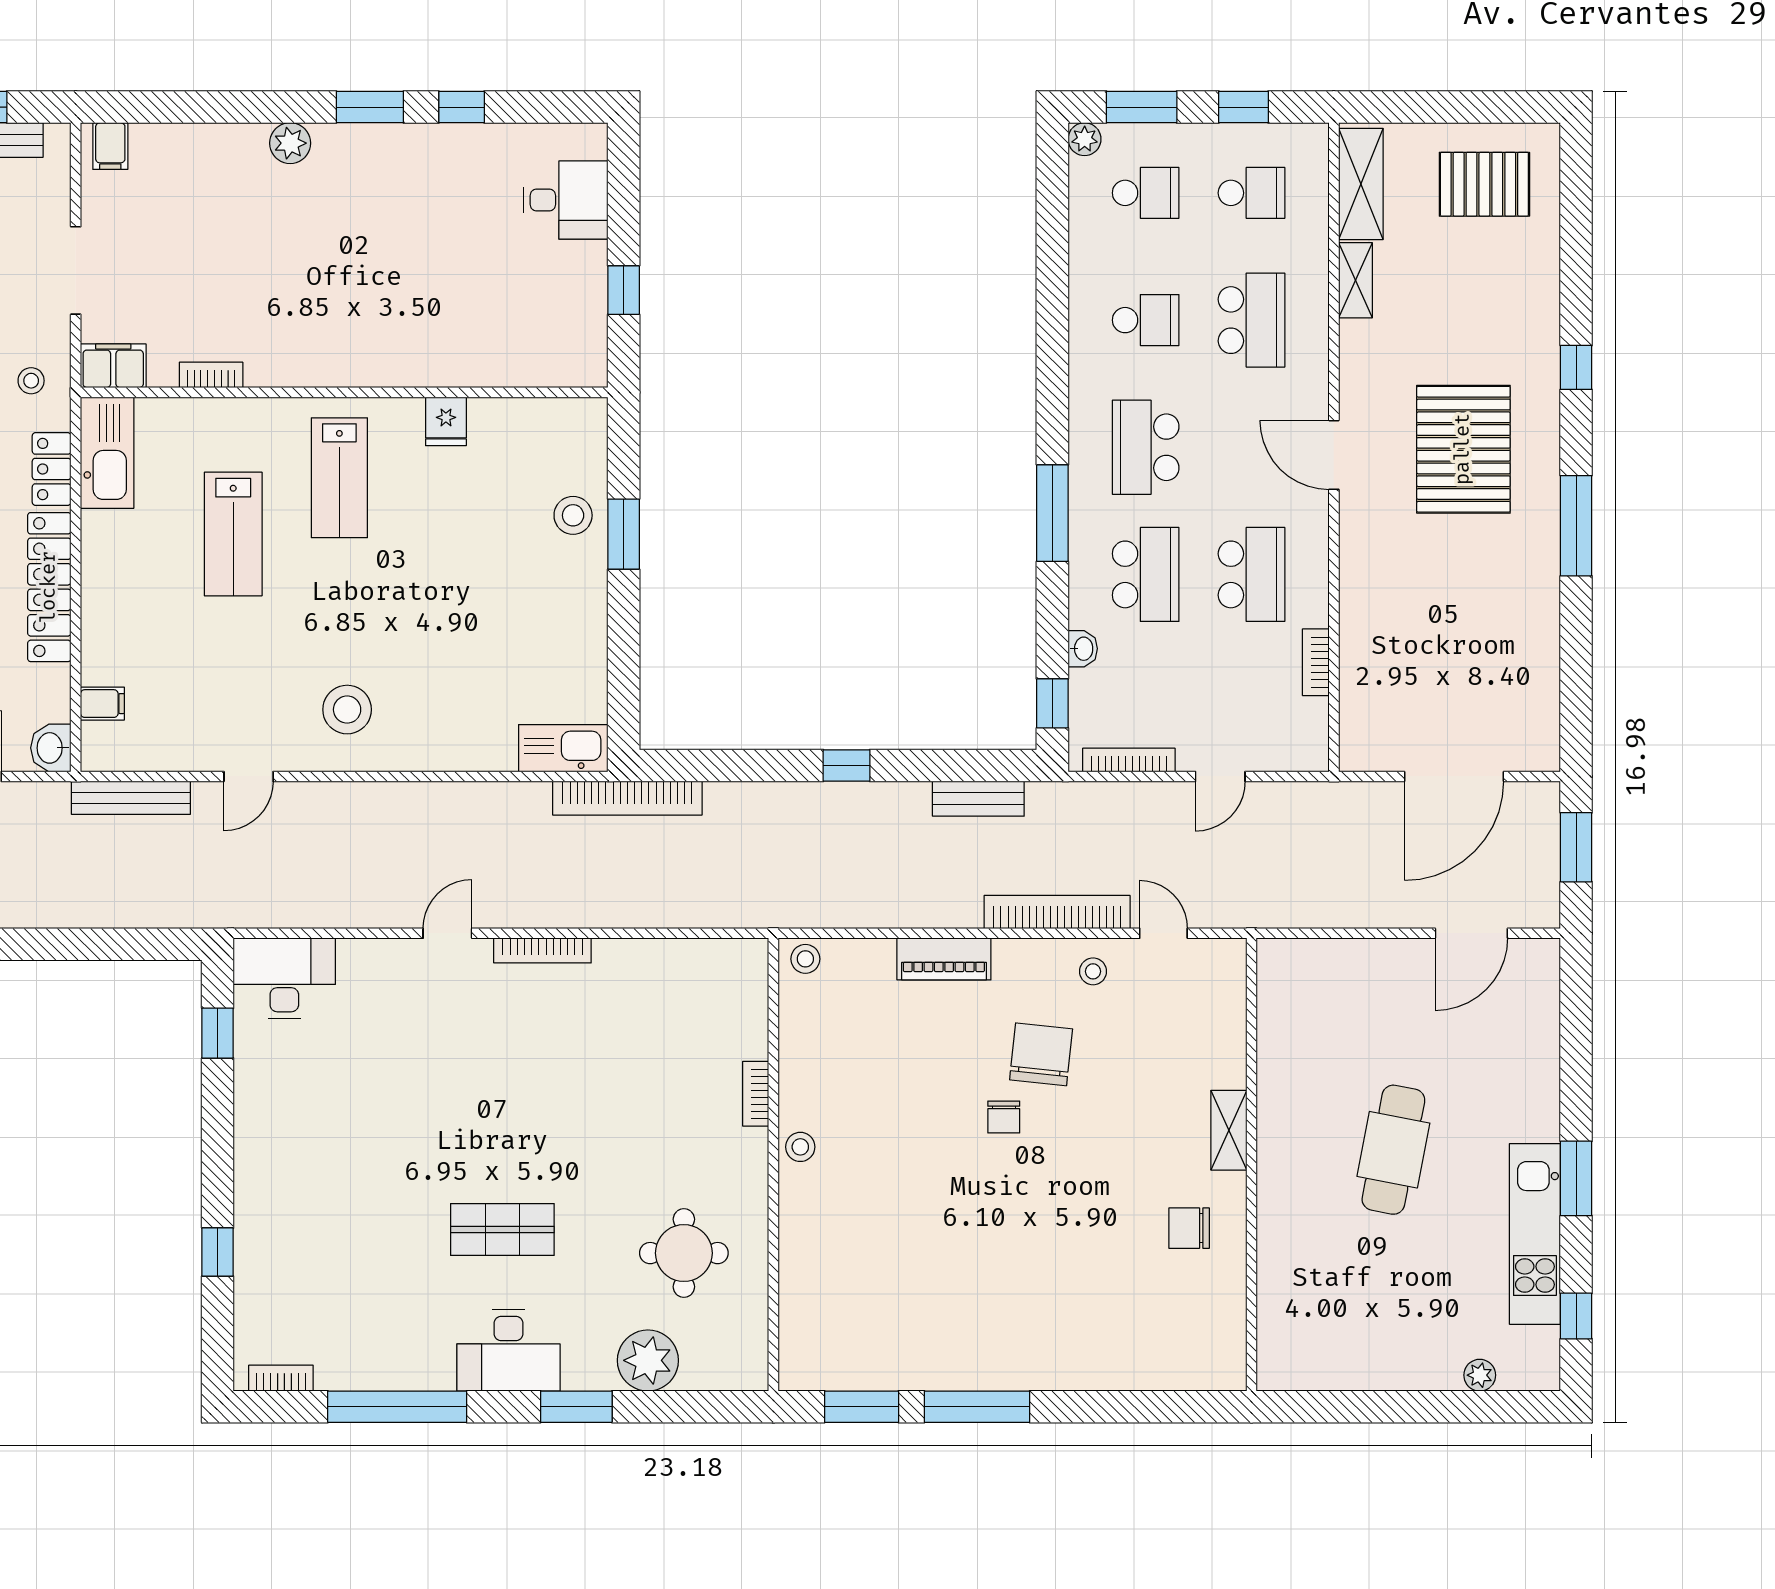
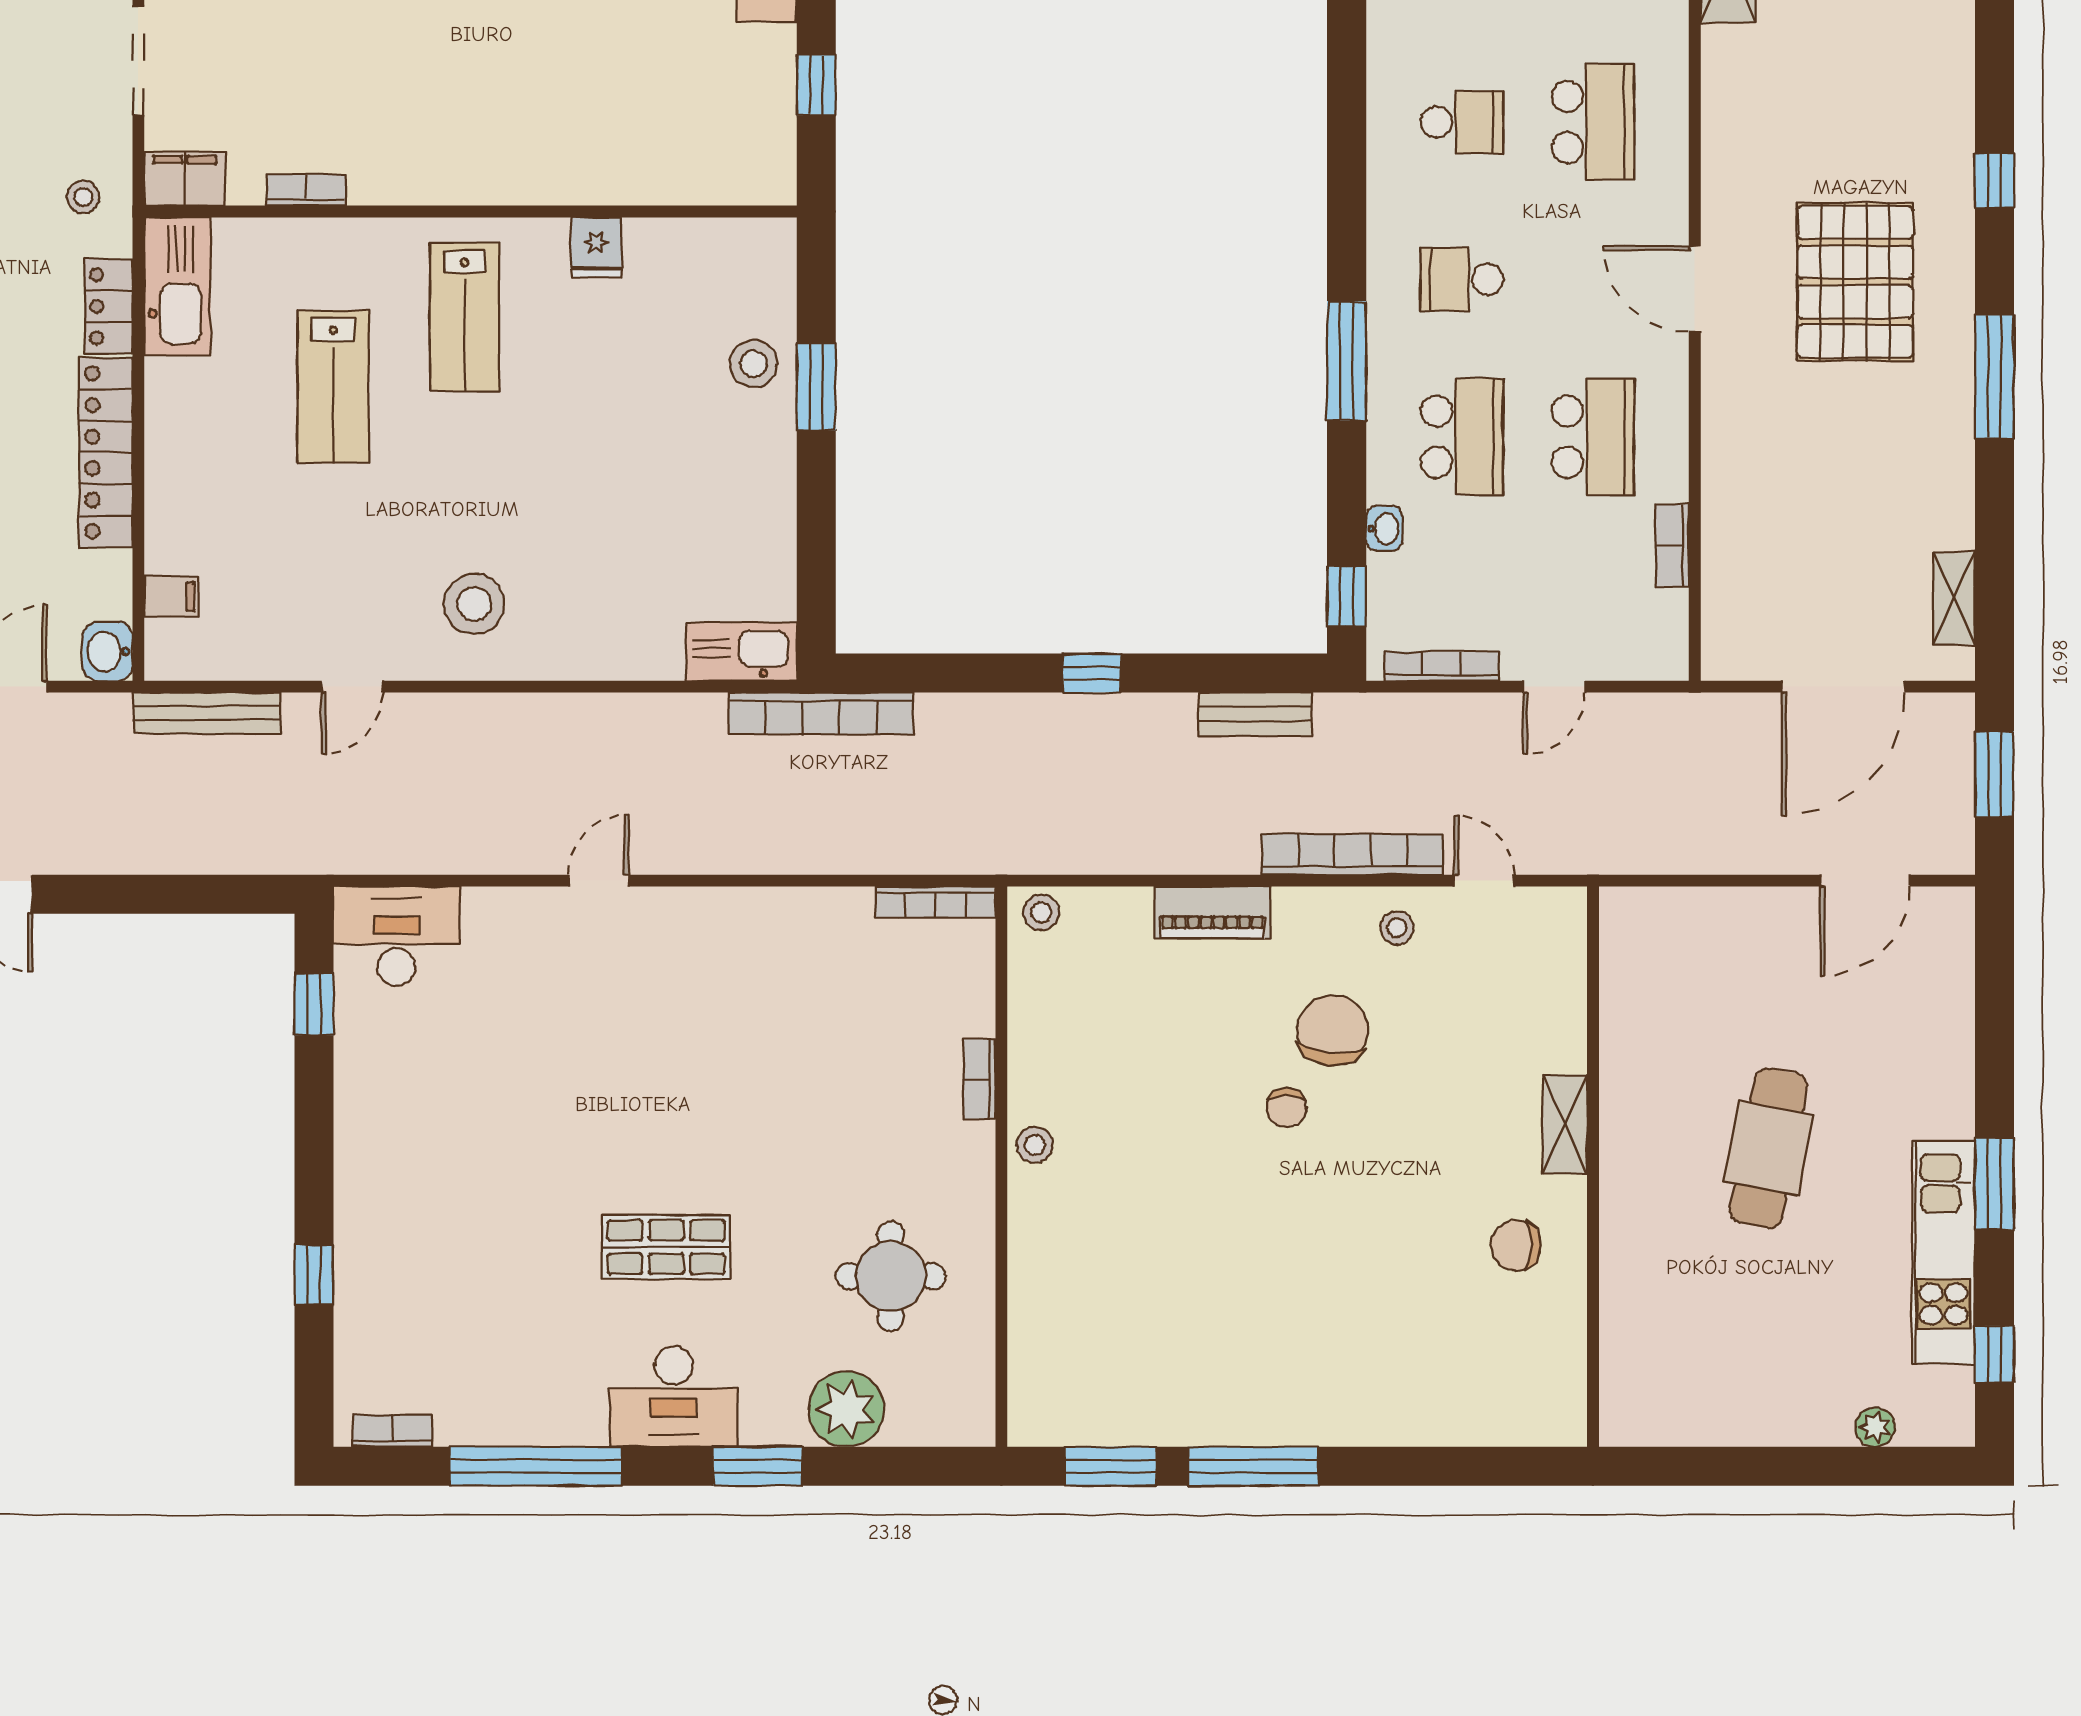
shelving: (1355, 280) -> (1954, 598), moved
school desk: (1146, 447) -> (1462, 279), width x0.54
bookcase: (542, 950) -> (935, 902), moved

